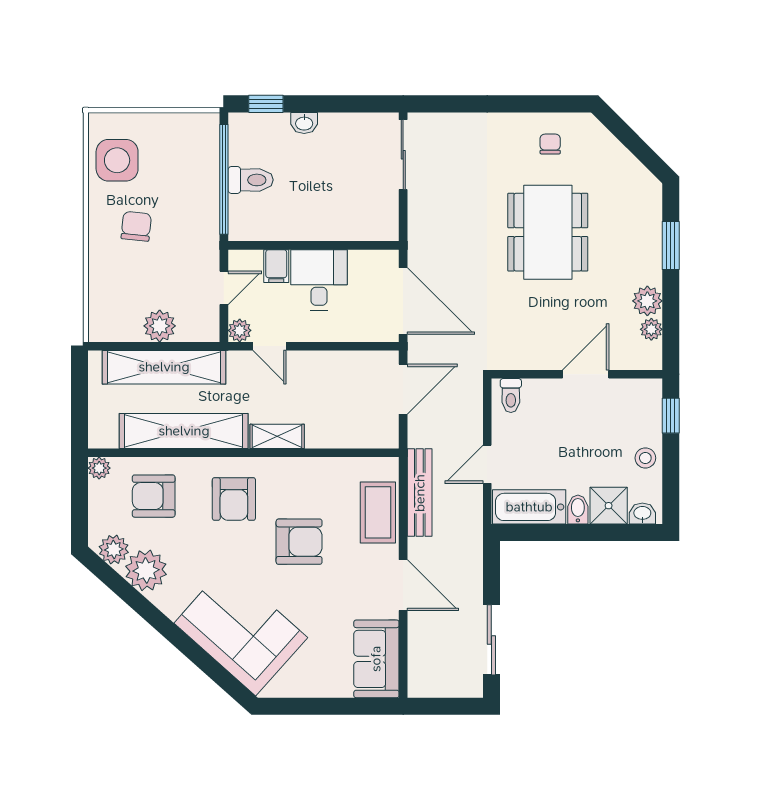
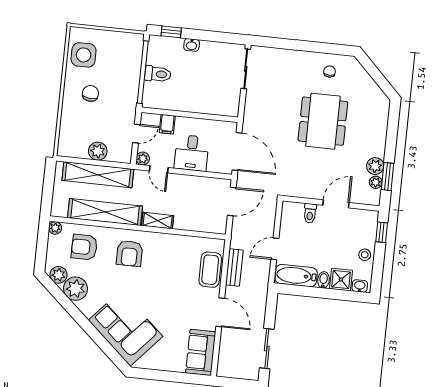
window: (671, 246) -> (387, 176), moved
desk: (319, 280) -> (192, 153), moved, turned 180
toilet: (511, 396) -> (310, 213), moved
bench: (420, 493) -> (234, 267), width x0.73
armchair: (299, 542) -> (164, 281), removed

